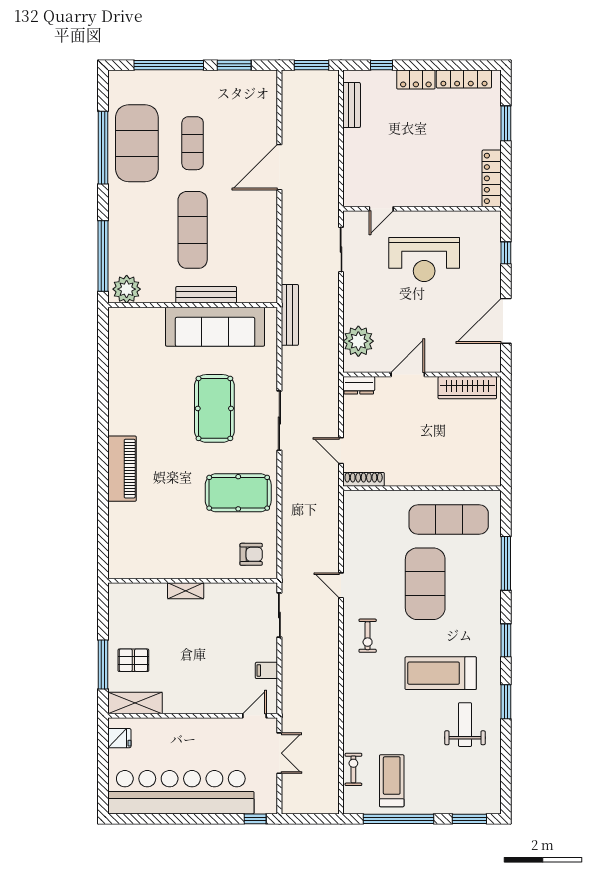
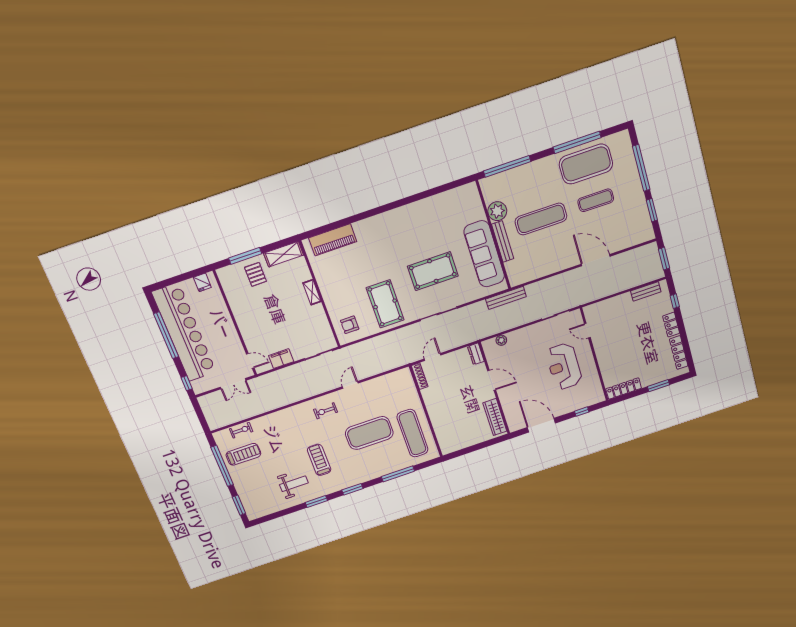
plant: (127, 289) -> (497, 211), moved
plant: (358, 341) -> (501, 340), width x0.53, depth x0.53
piano: (122, 469) -> (333, 240), moved
armchair: (251, 554) -> (350, 325), turned 90
filing cabinet: (266, 670) -> (281, 359), width x2.00
treadmill: (441, 673) -> (319, 460), width x0.73, depth x0.73
shelving: (135, 703) -> (284, 254), moved, turned 90
window: (176, 819) -> (166, 335), added

